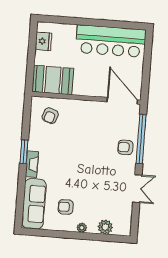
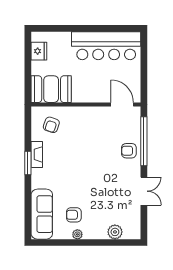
door: (122, 101) -> (122, 104), width x0.73
fireplace: (32, 164) -> (37, 154), moved
plant: (82, 228) -> (77, 234), moved

